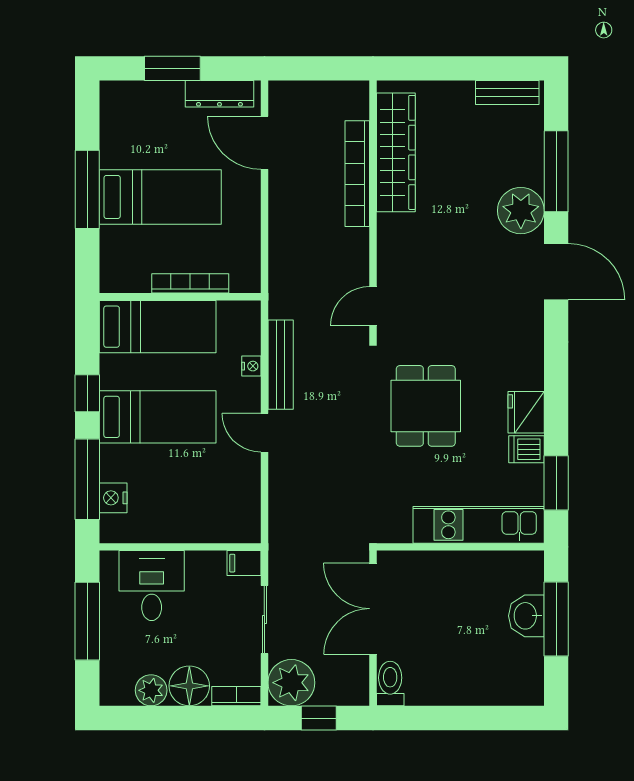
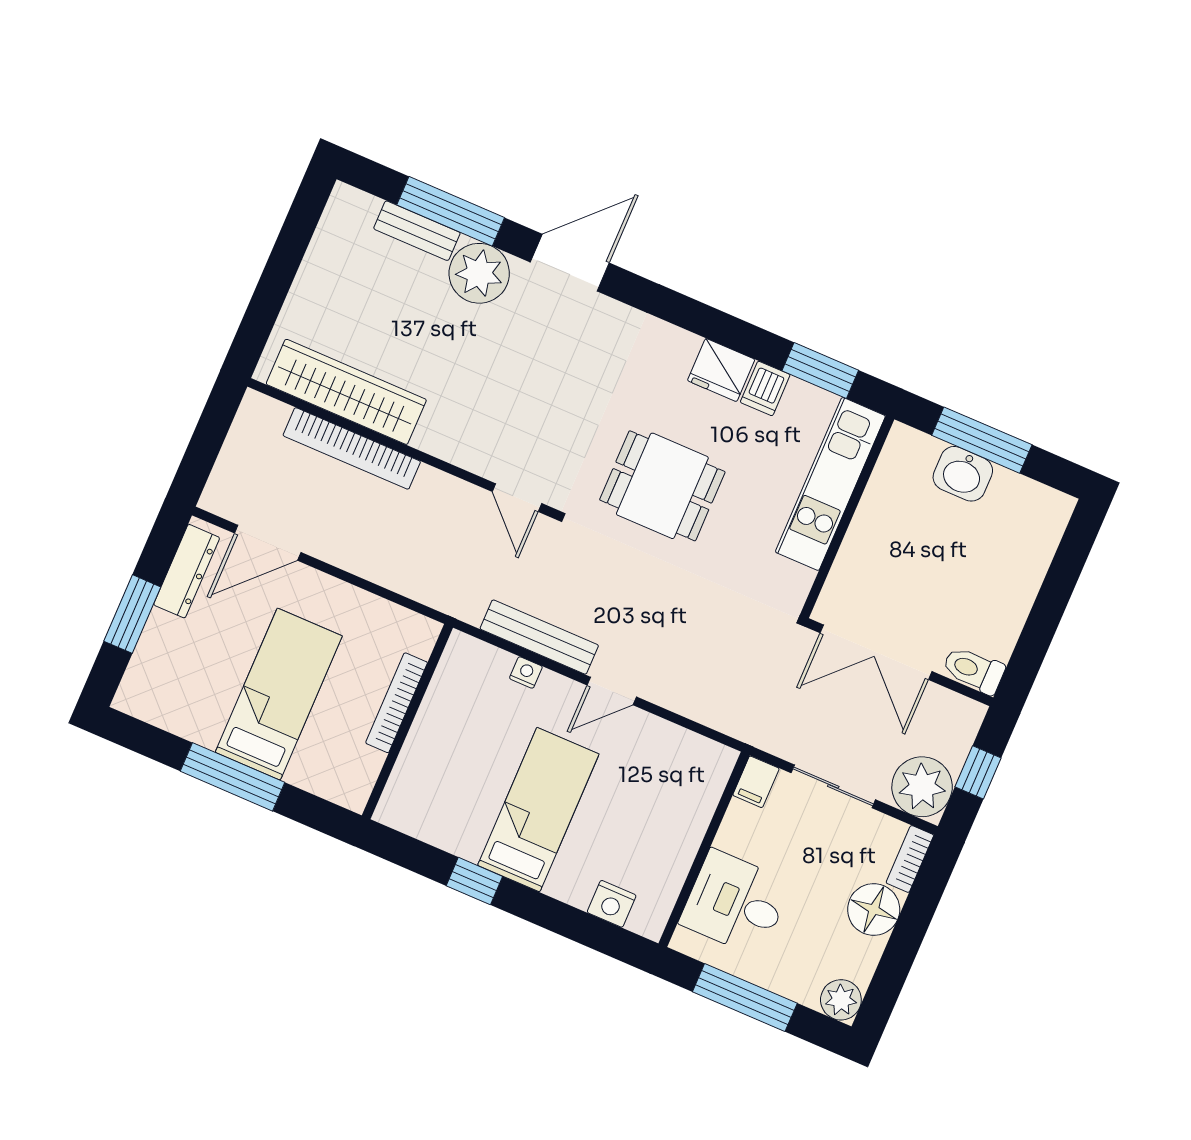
bench: (507, 93) -> (417, 231), moved, turned 90
bed: (158, 327) -> (431, 764), removed
window: (87, 479) -> (576, 925), removed
plant: (151, 690) -> (841, 1000), moved

